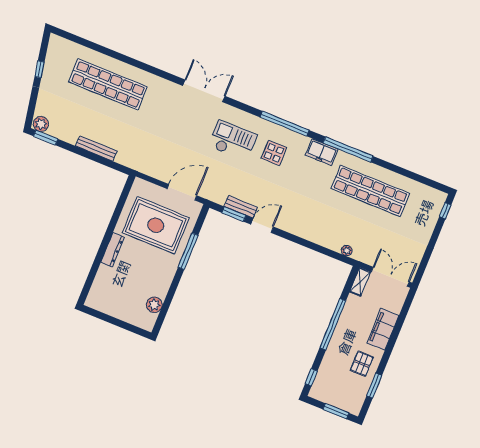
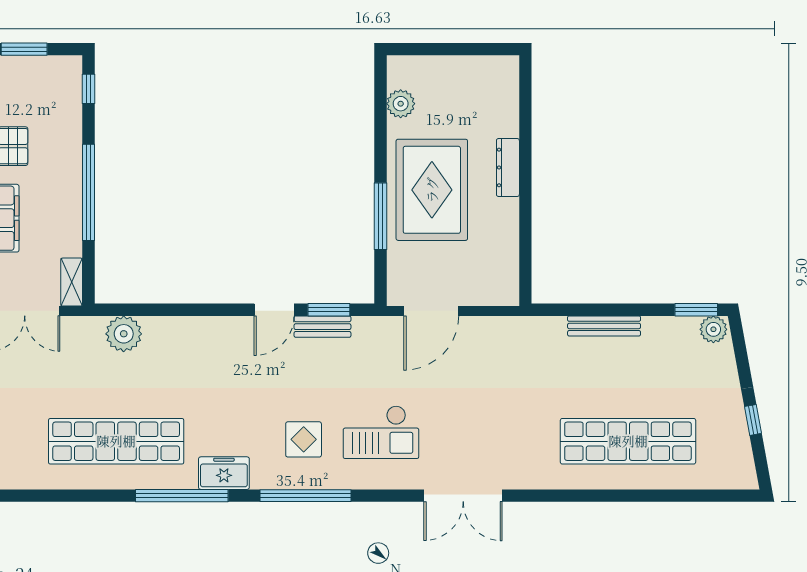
rug: (156, 225) -> (432, 190), moved, turned 90
plant: (347, 251) -> (124, 334), width x1.87, depth x1.87

